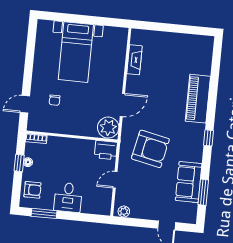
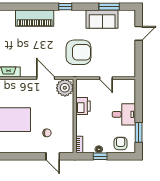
armchair: (150, 149) -> (79, 52), turned 78
printer: (106, 150) -> (83, 106), moved
plant: (124, 211) -> (131, 69), removed

